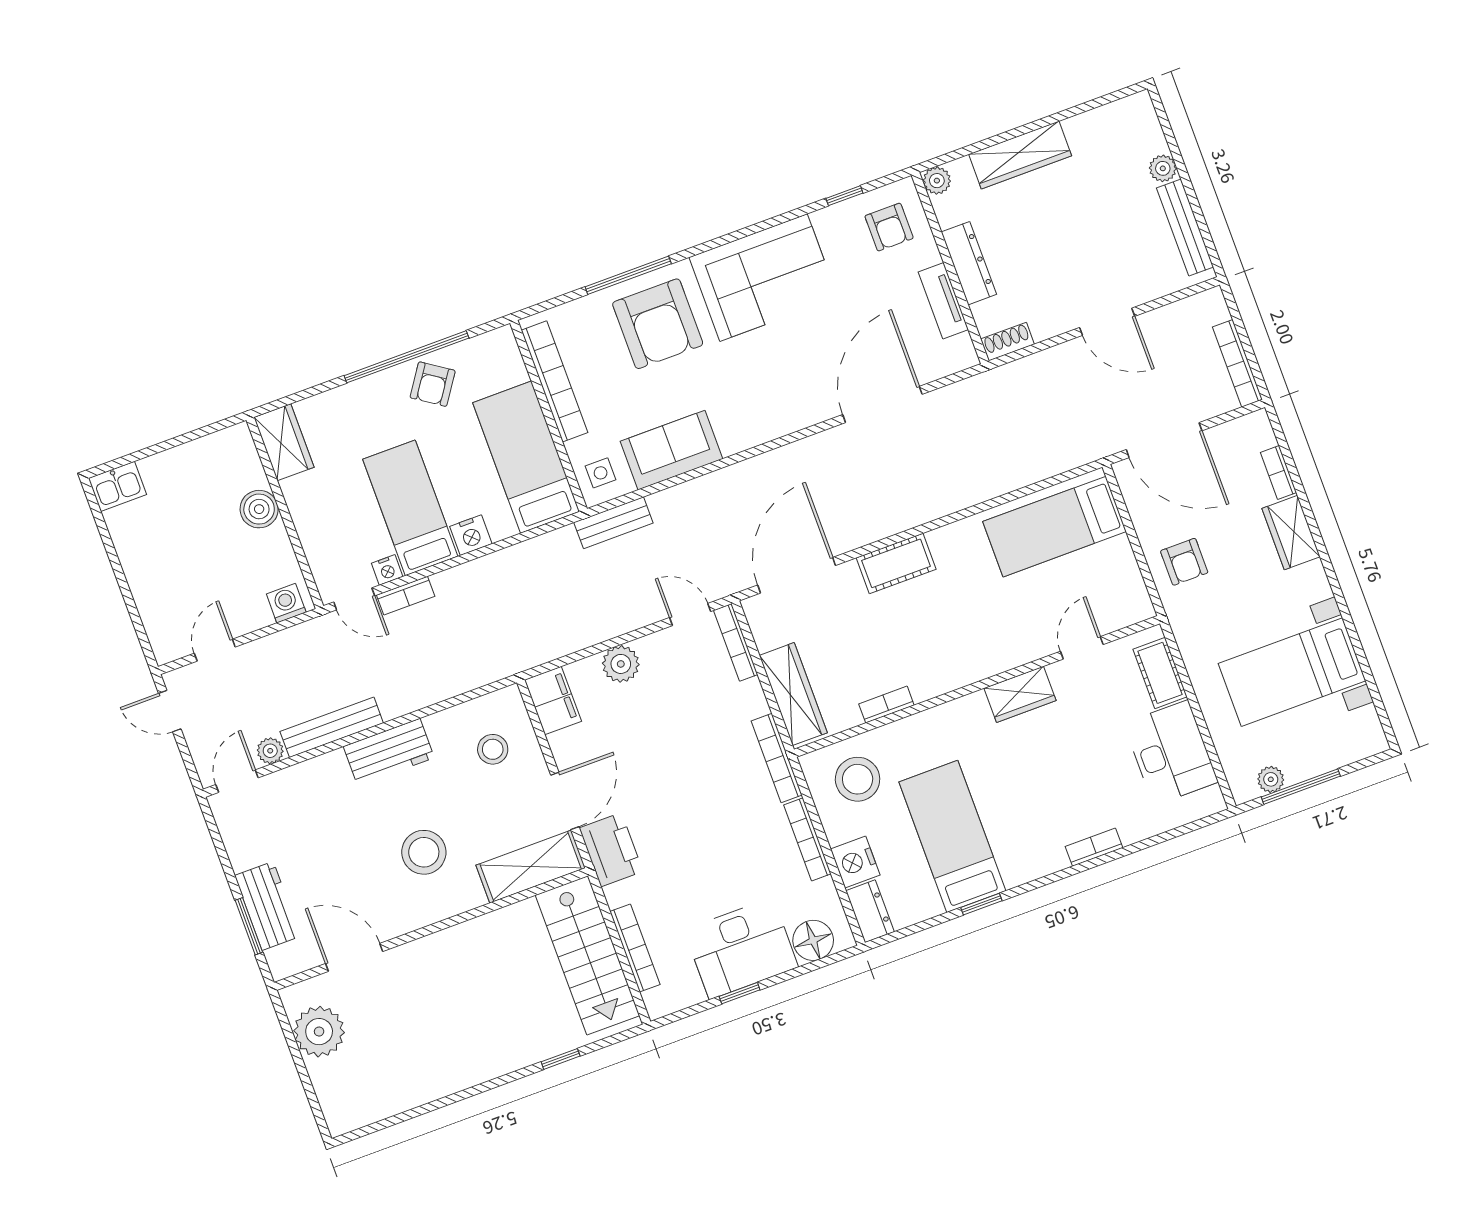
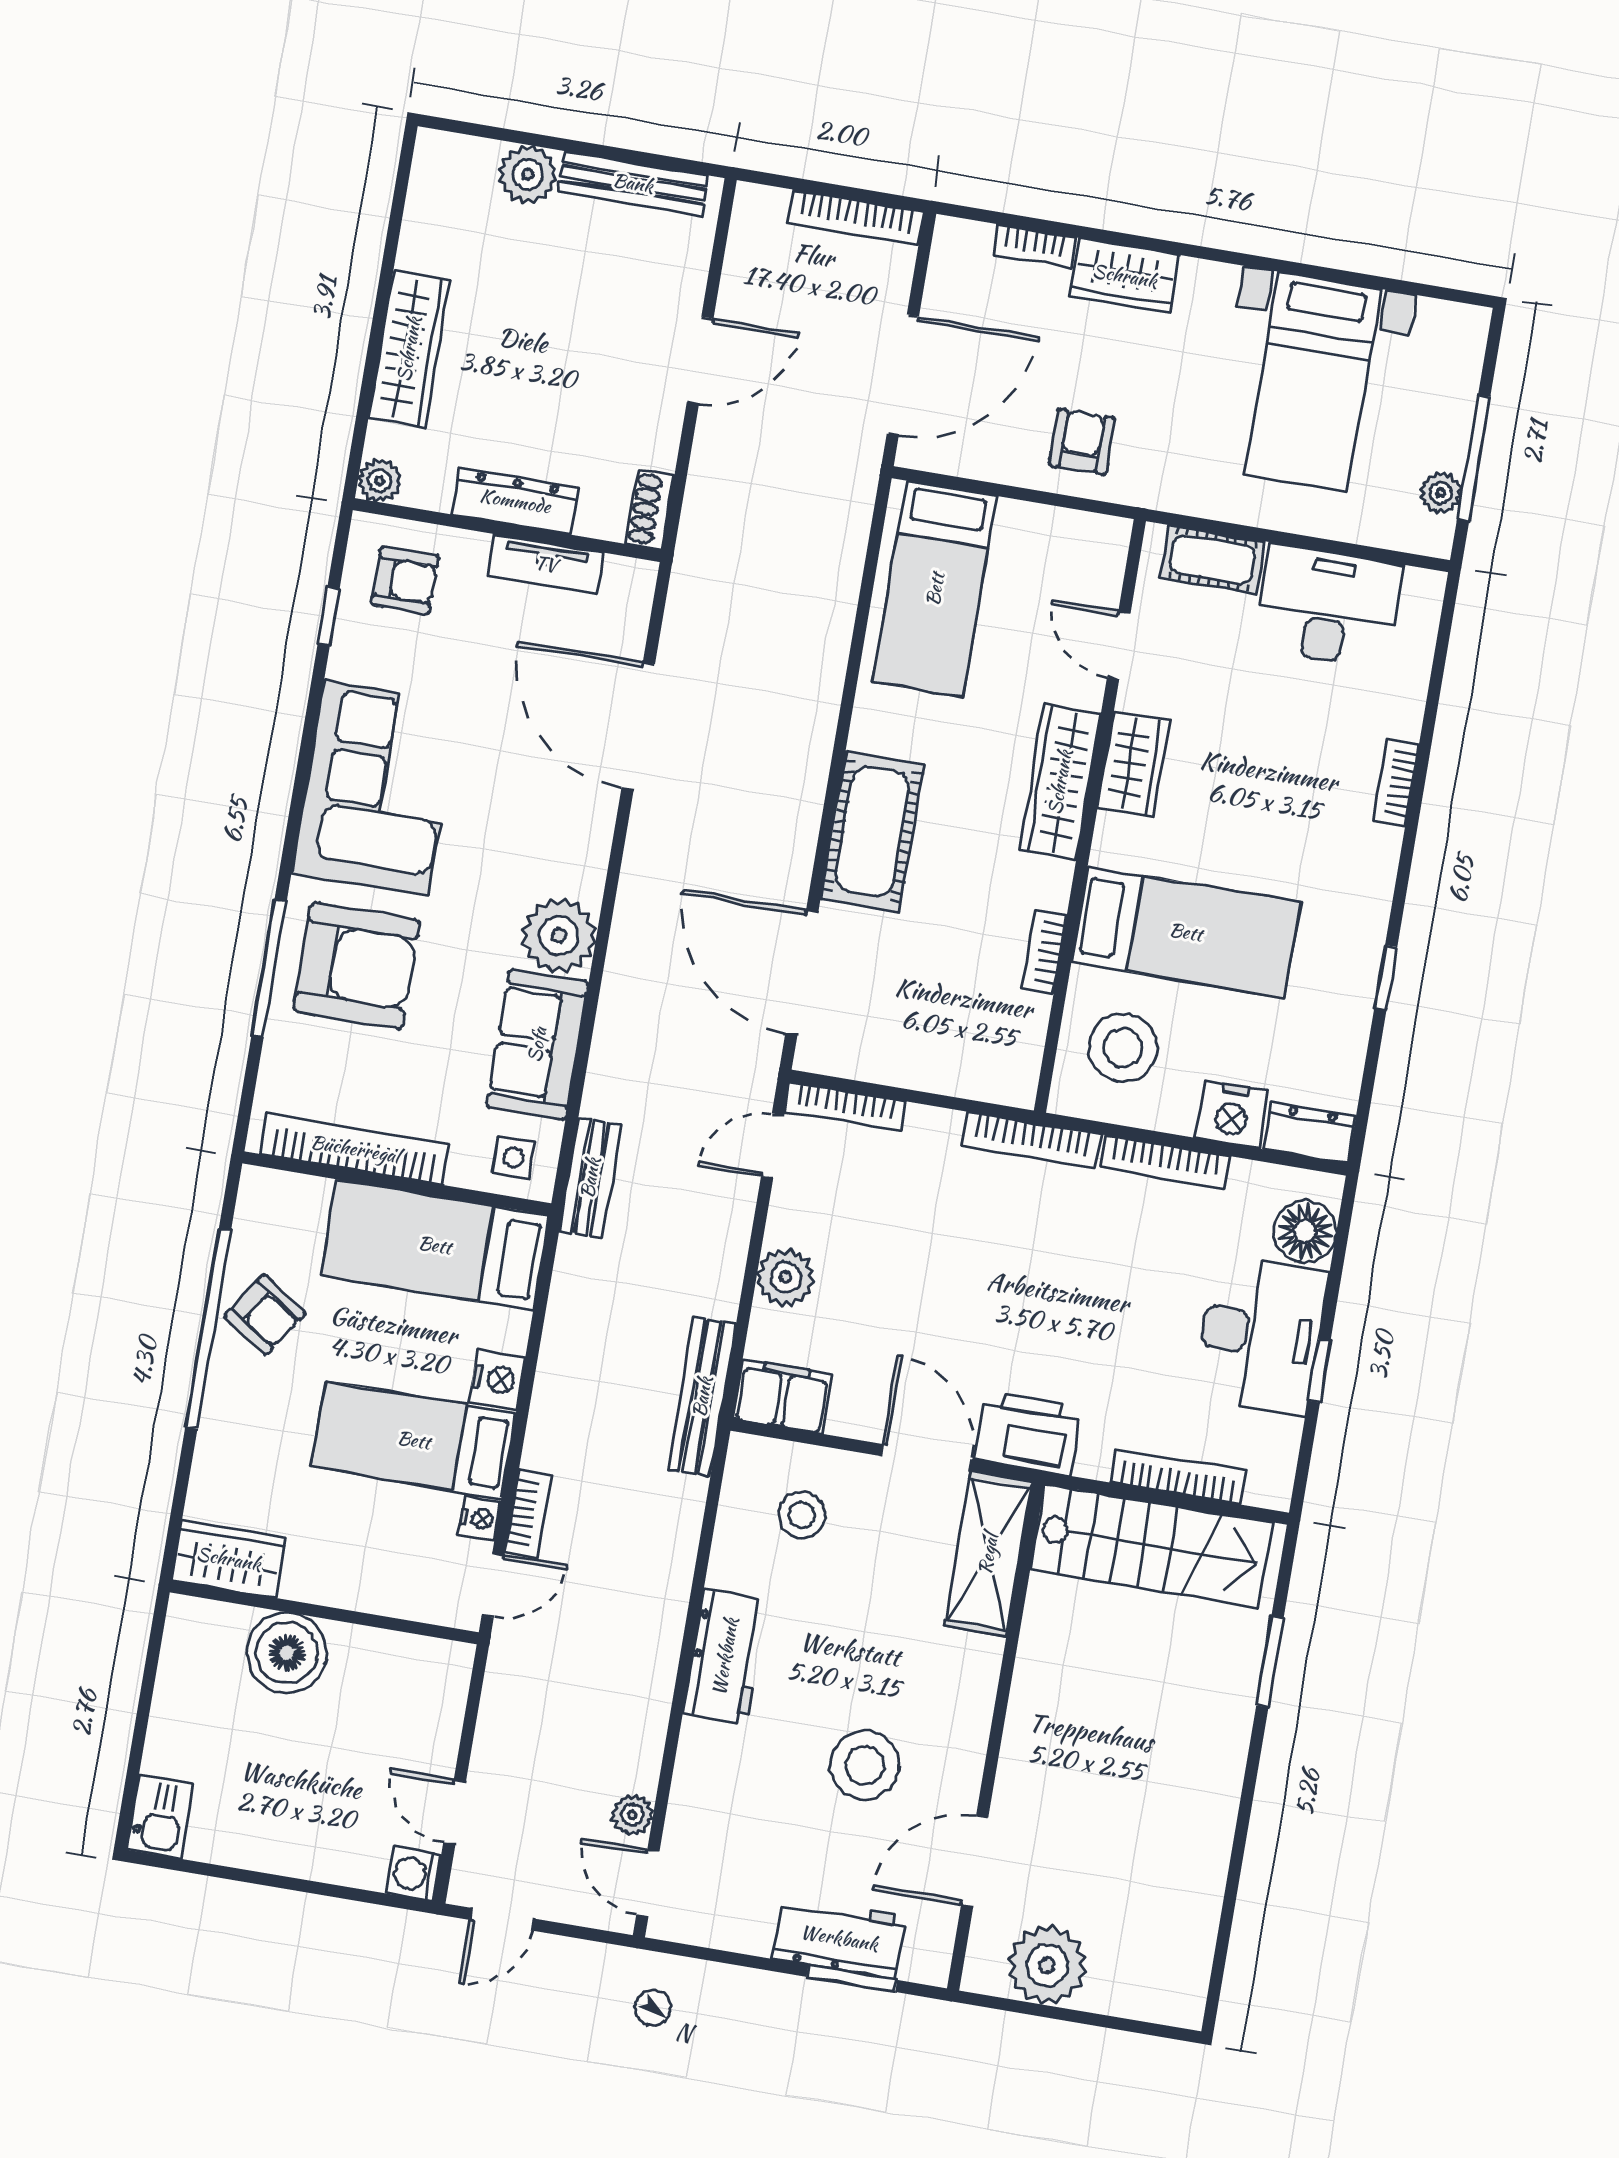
plant: (1163, 168) -> (528, 174), width x1.38, depth x1.38
plant: (739, 427) -> (559, 936), added
boiler: (259, 509) -> (287, 1653), width x1.37, depth x1.37
armchair: (1184, 562) -> (1082, 442), turned -90
cot: (896, 563) -> (872, 832), width x1.37, depth x1.34
washing machine: (286, 603) -> (414, 1874), moved
wardrobe: (793, 694) -> (1060, 782), moved, turned -90
bench: (332, 727) -> (702, 1397), moved
bed: (952, 836) -> (1186, 932), moved, turned 180
stool: (424, 852) -> (865, 1765), moved
window: (561, 1059) -> (1270, 1662), width x1.50

